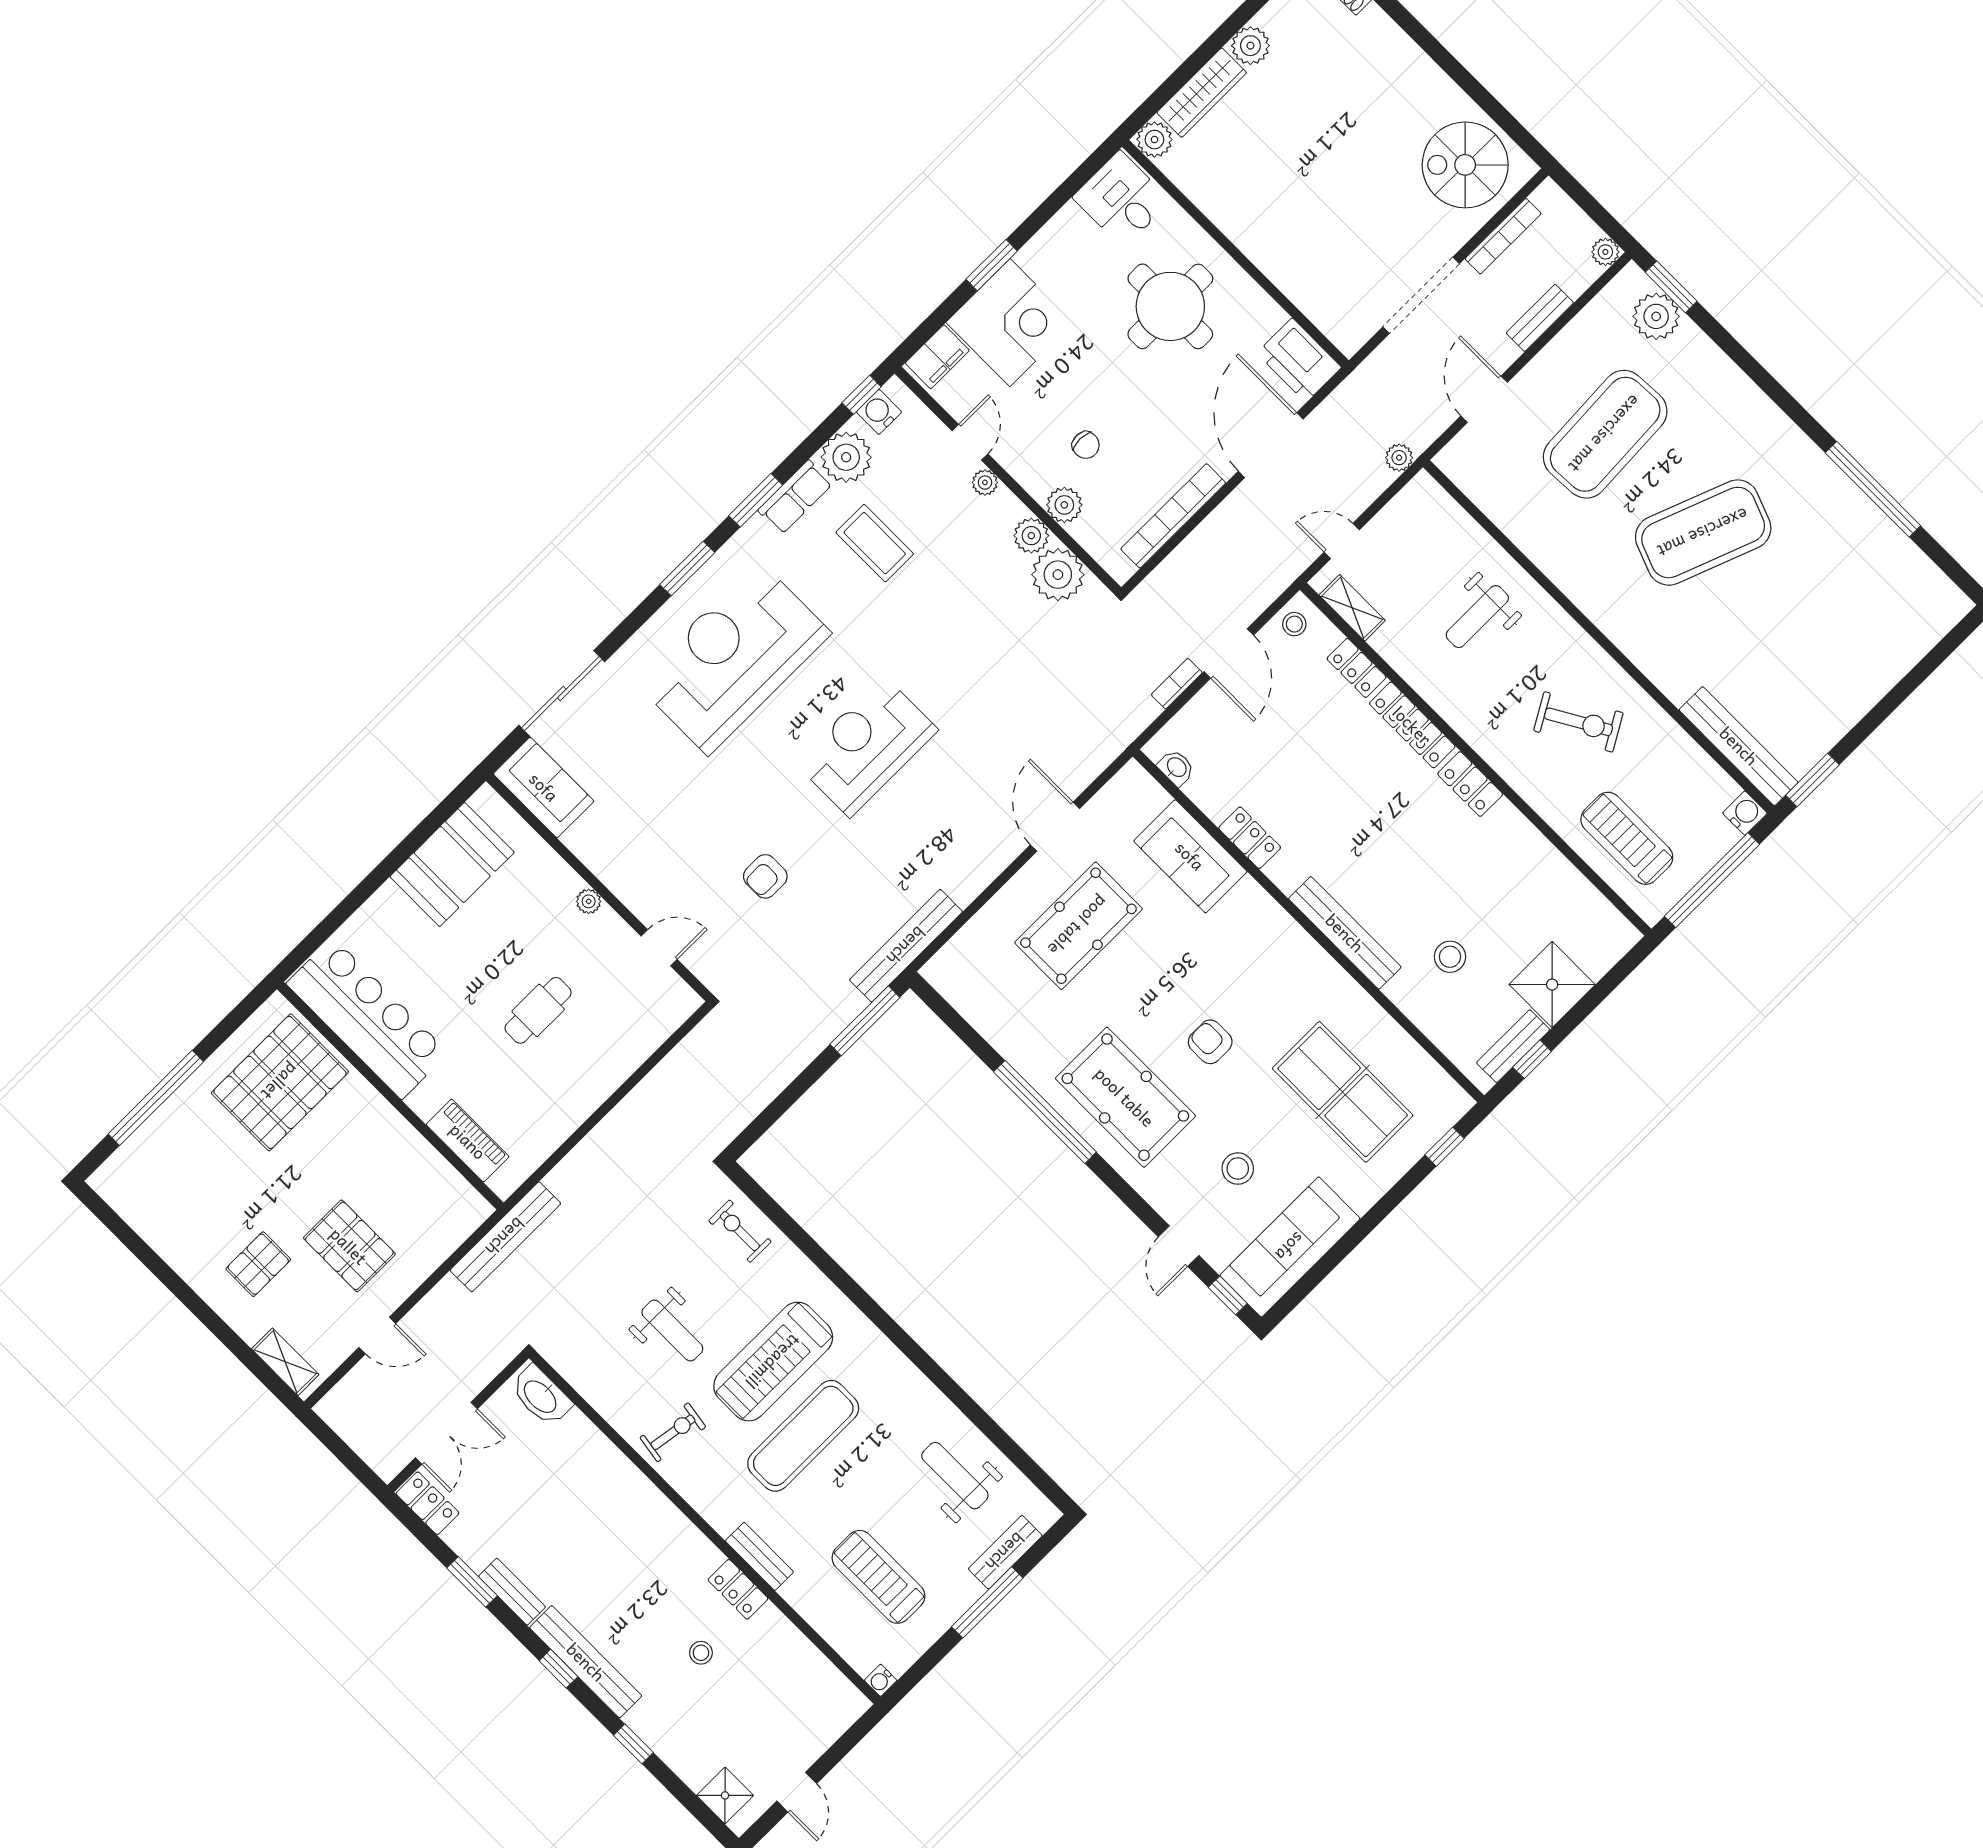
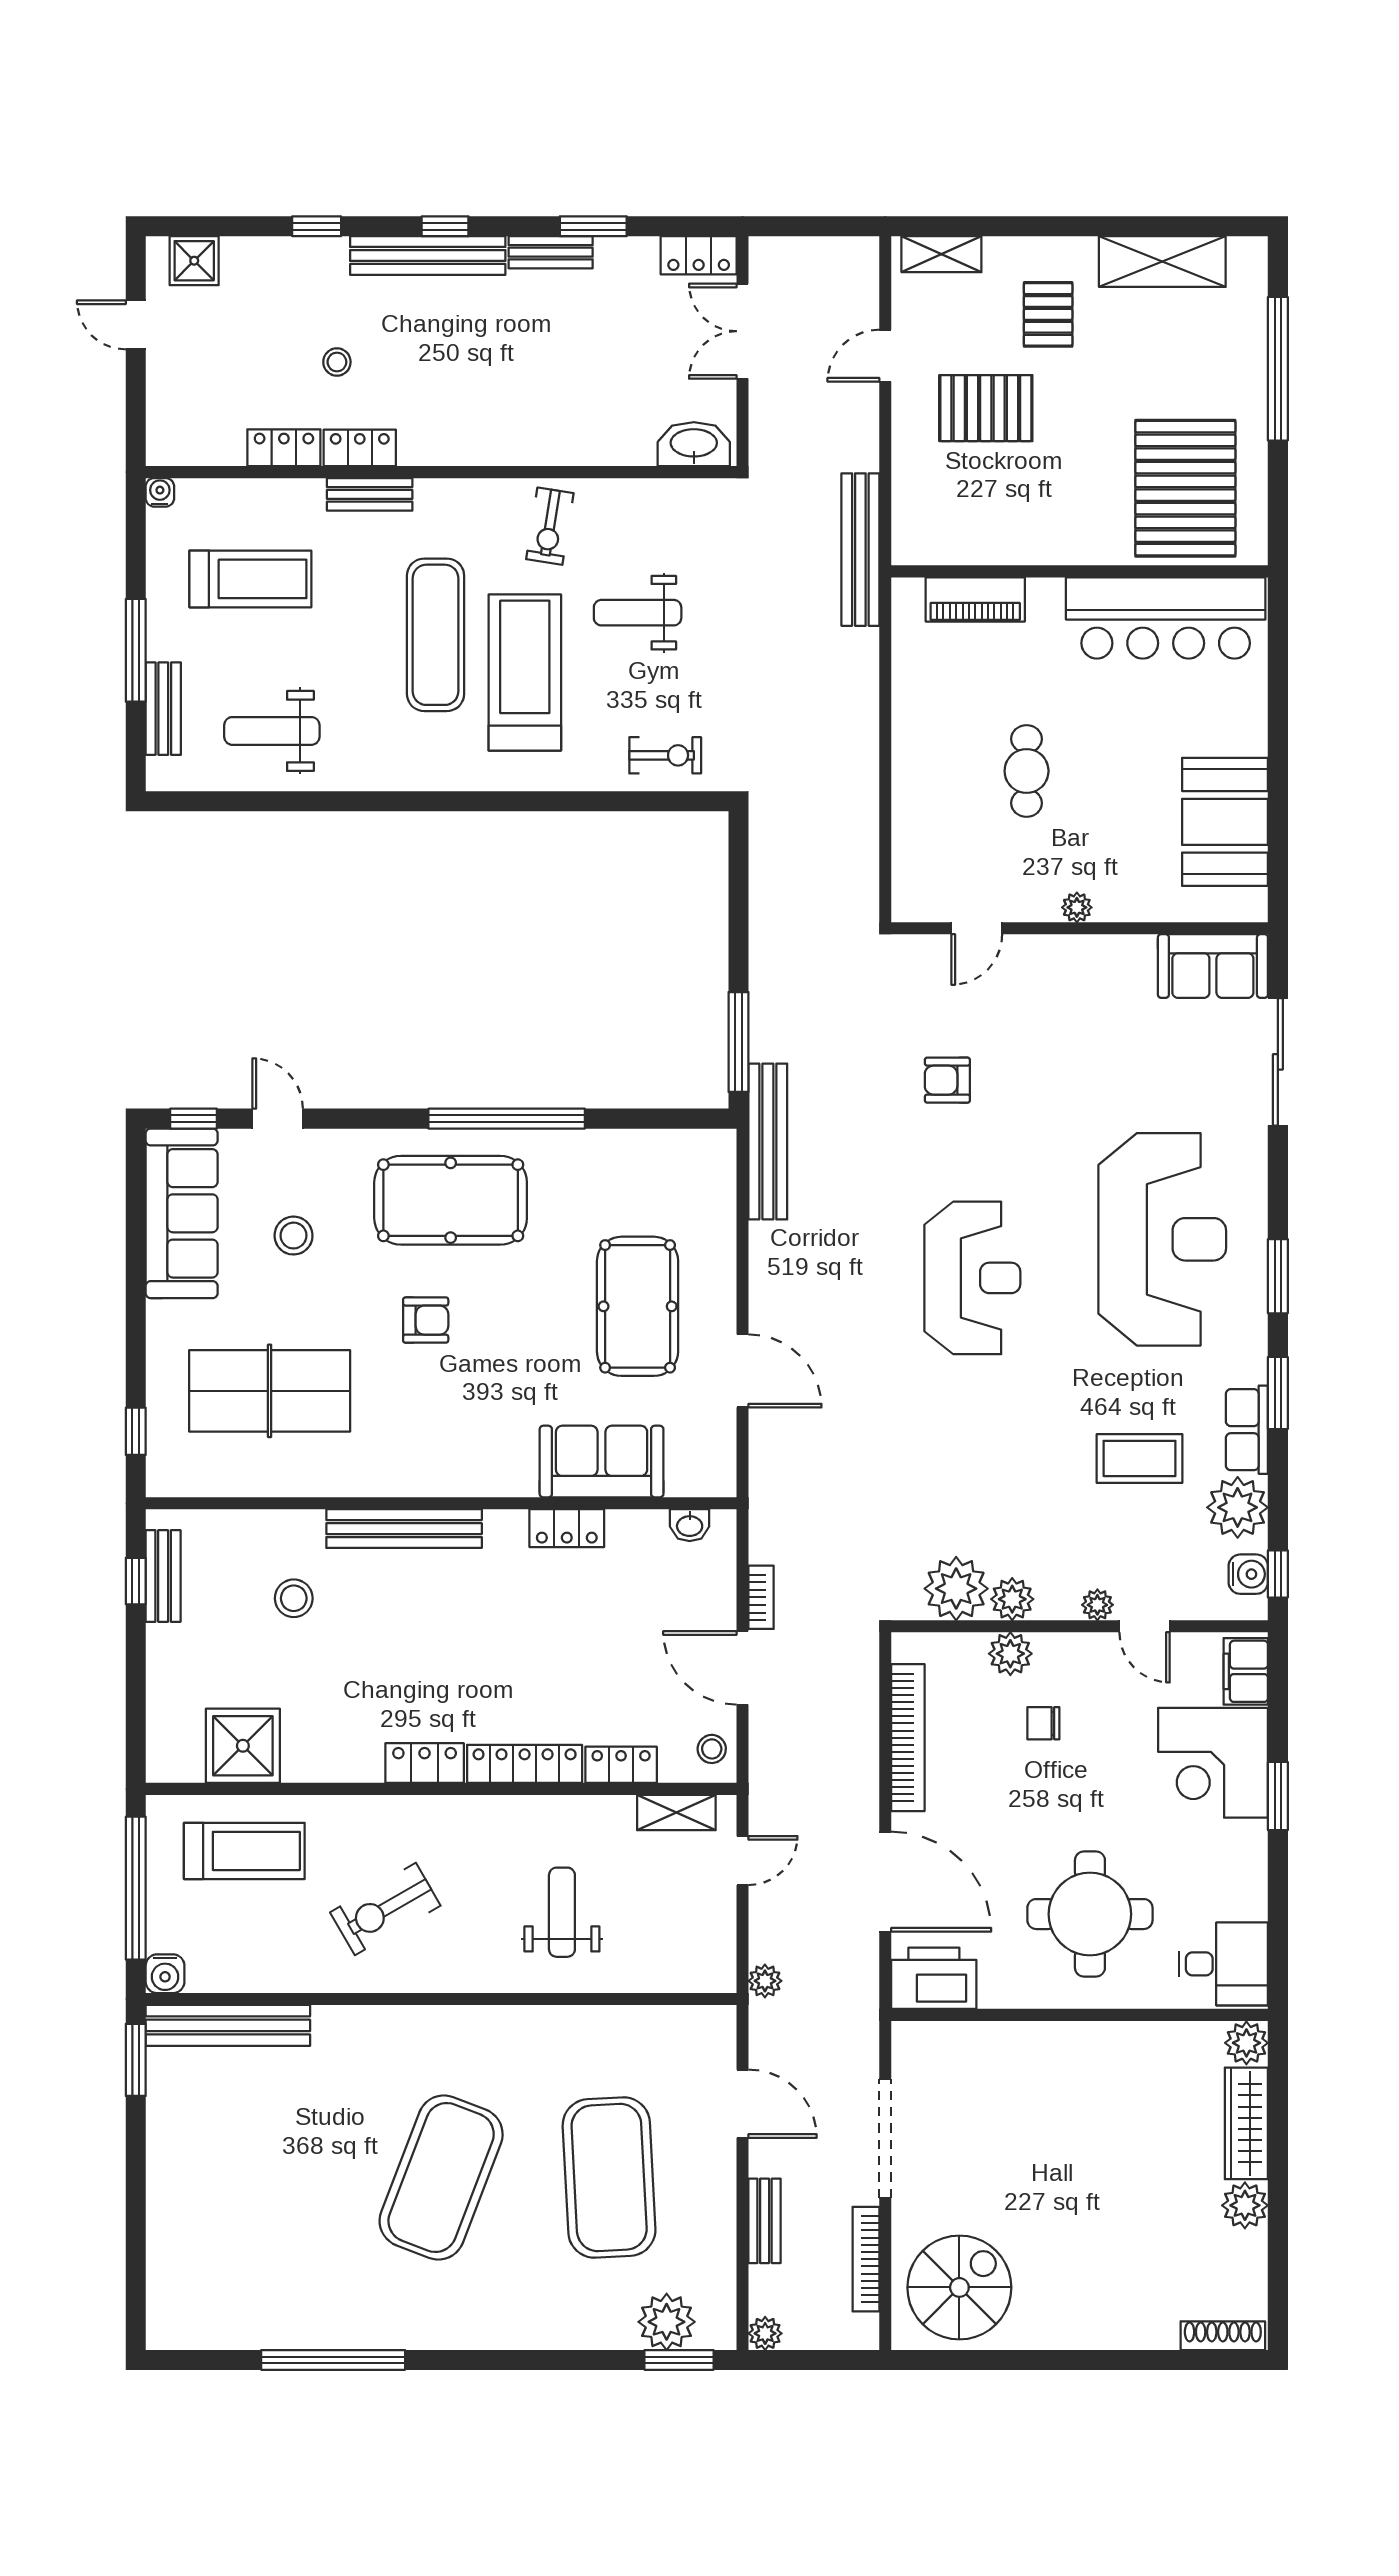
armchair: (765, 876) -> (947, 1080), turned -90
shower: (1552, 985) -> (243, 1746), moved
shelving: (161, 1228) -> (1162, 262), added
weight bench: (955, 1476) -> (272, 731), turned 180
locker: (782, 1634) -> (284, 448), added

